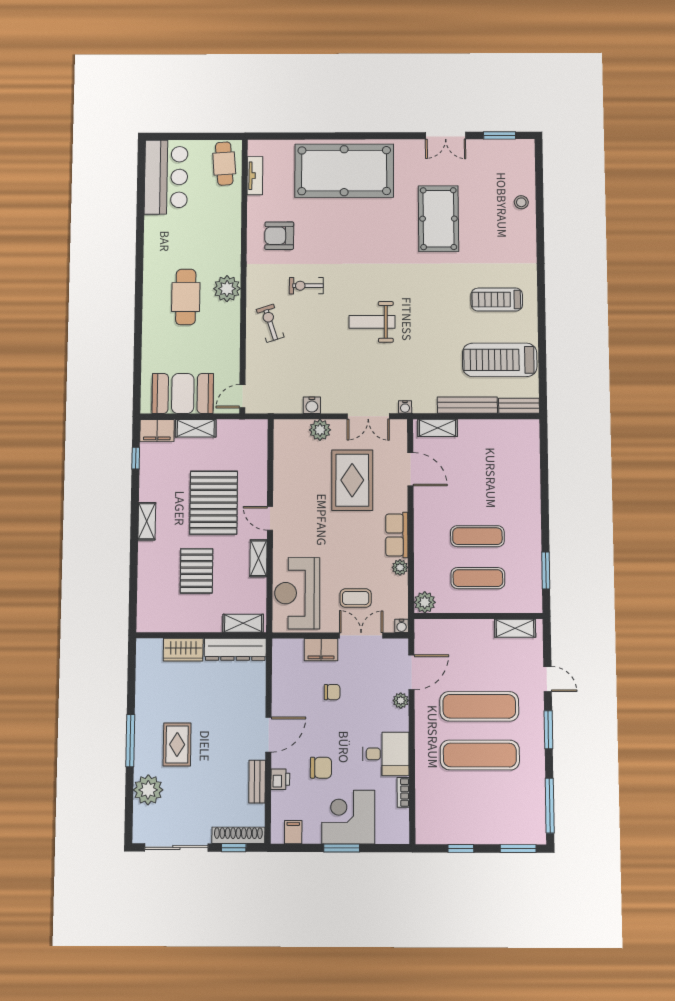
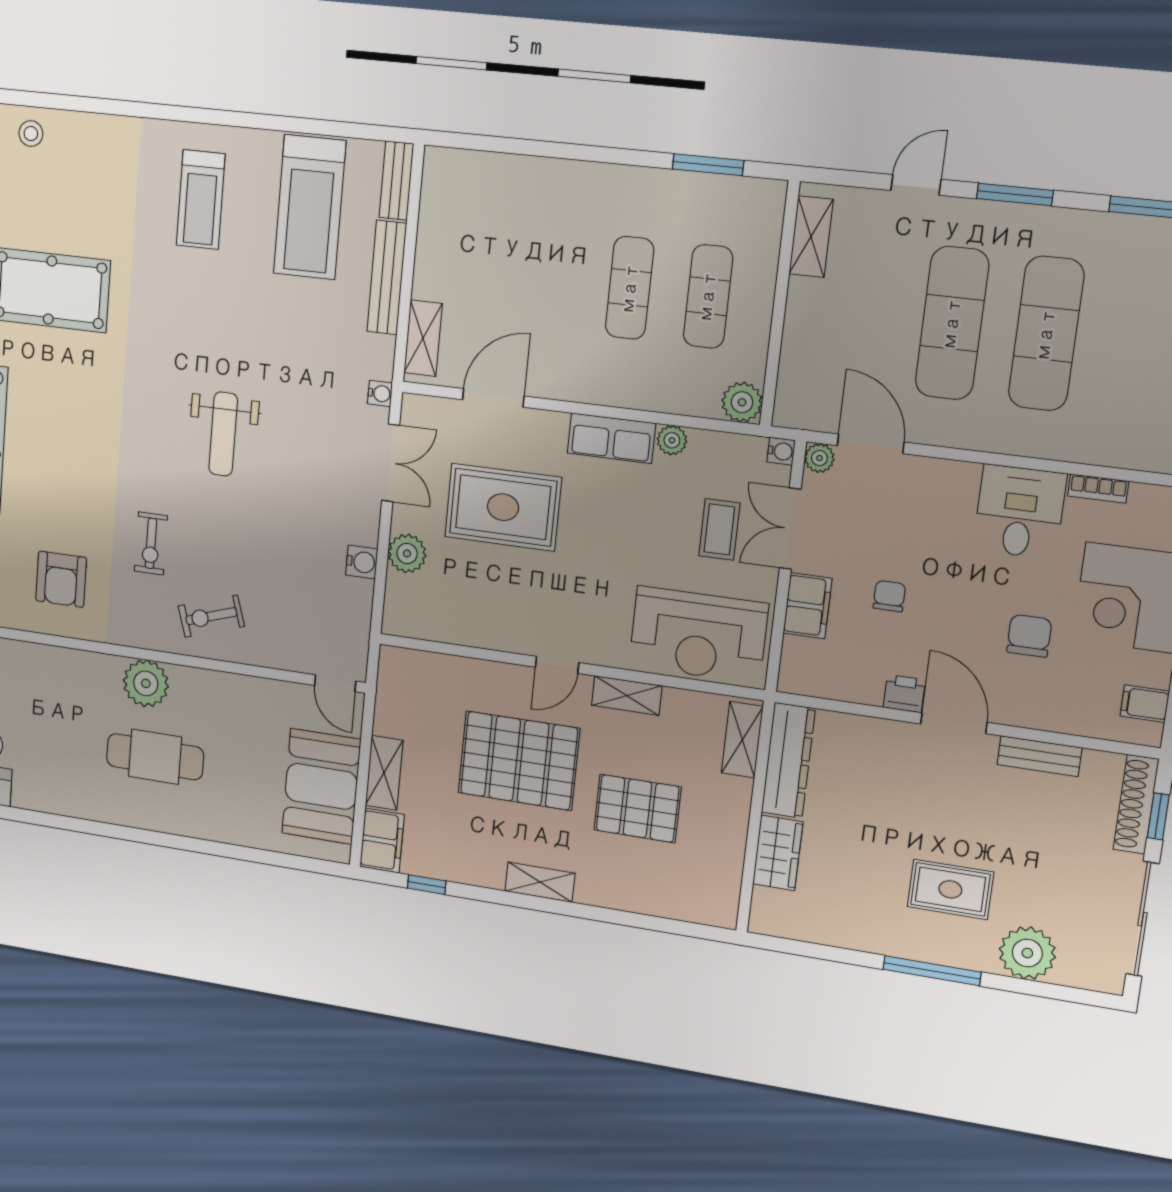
plant: (401, 701) -> (819, 458), moved
printer: (280, 779) -> (904, 694), moved

